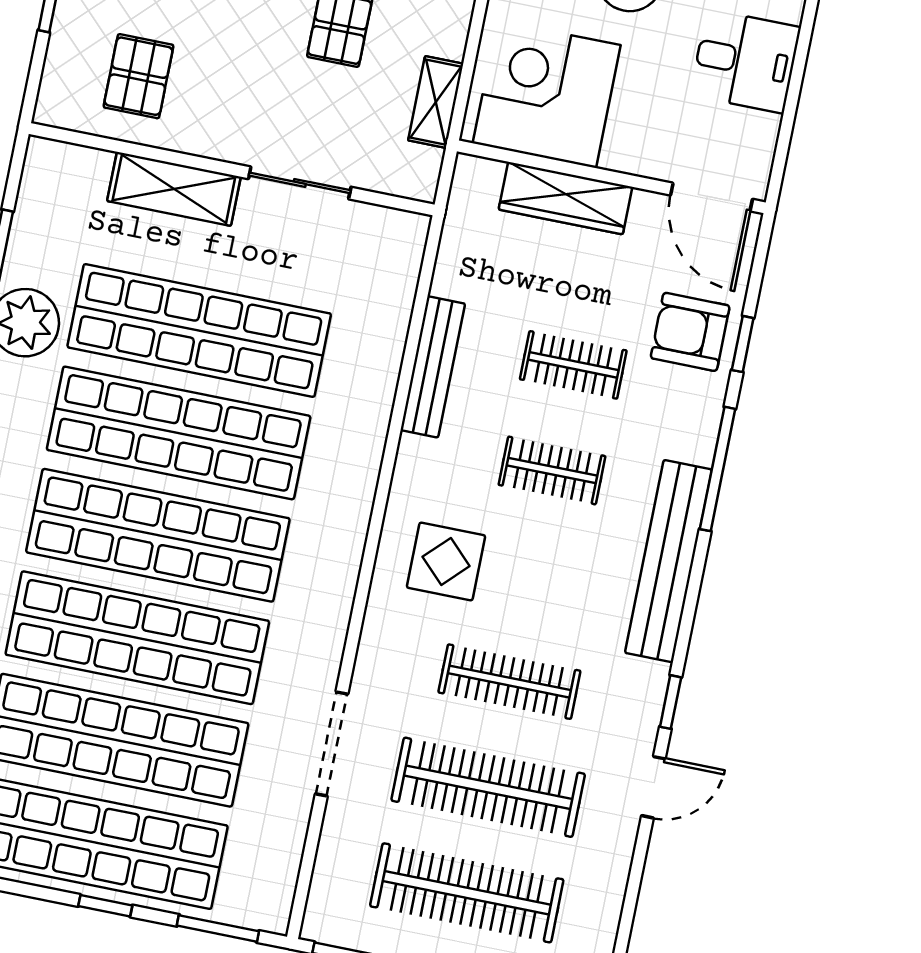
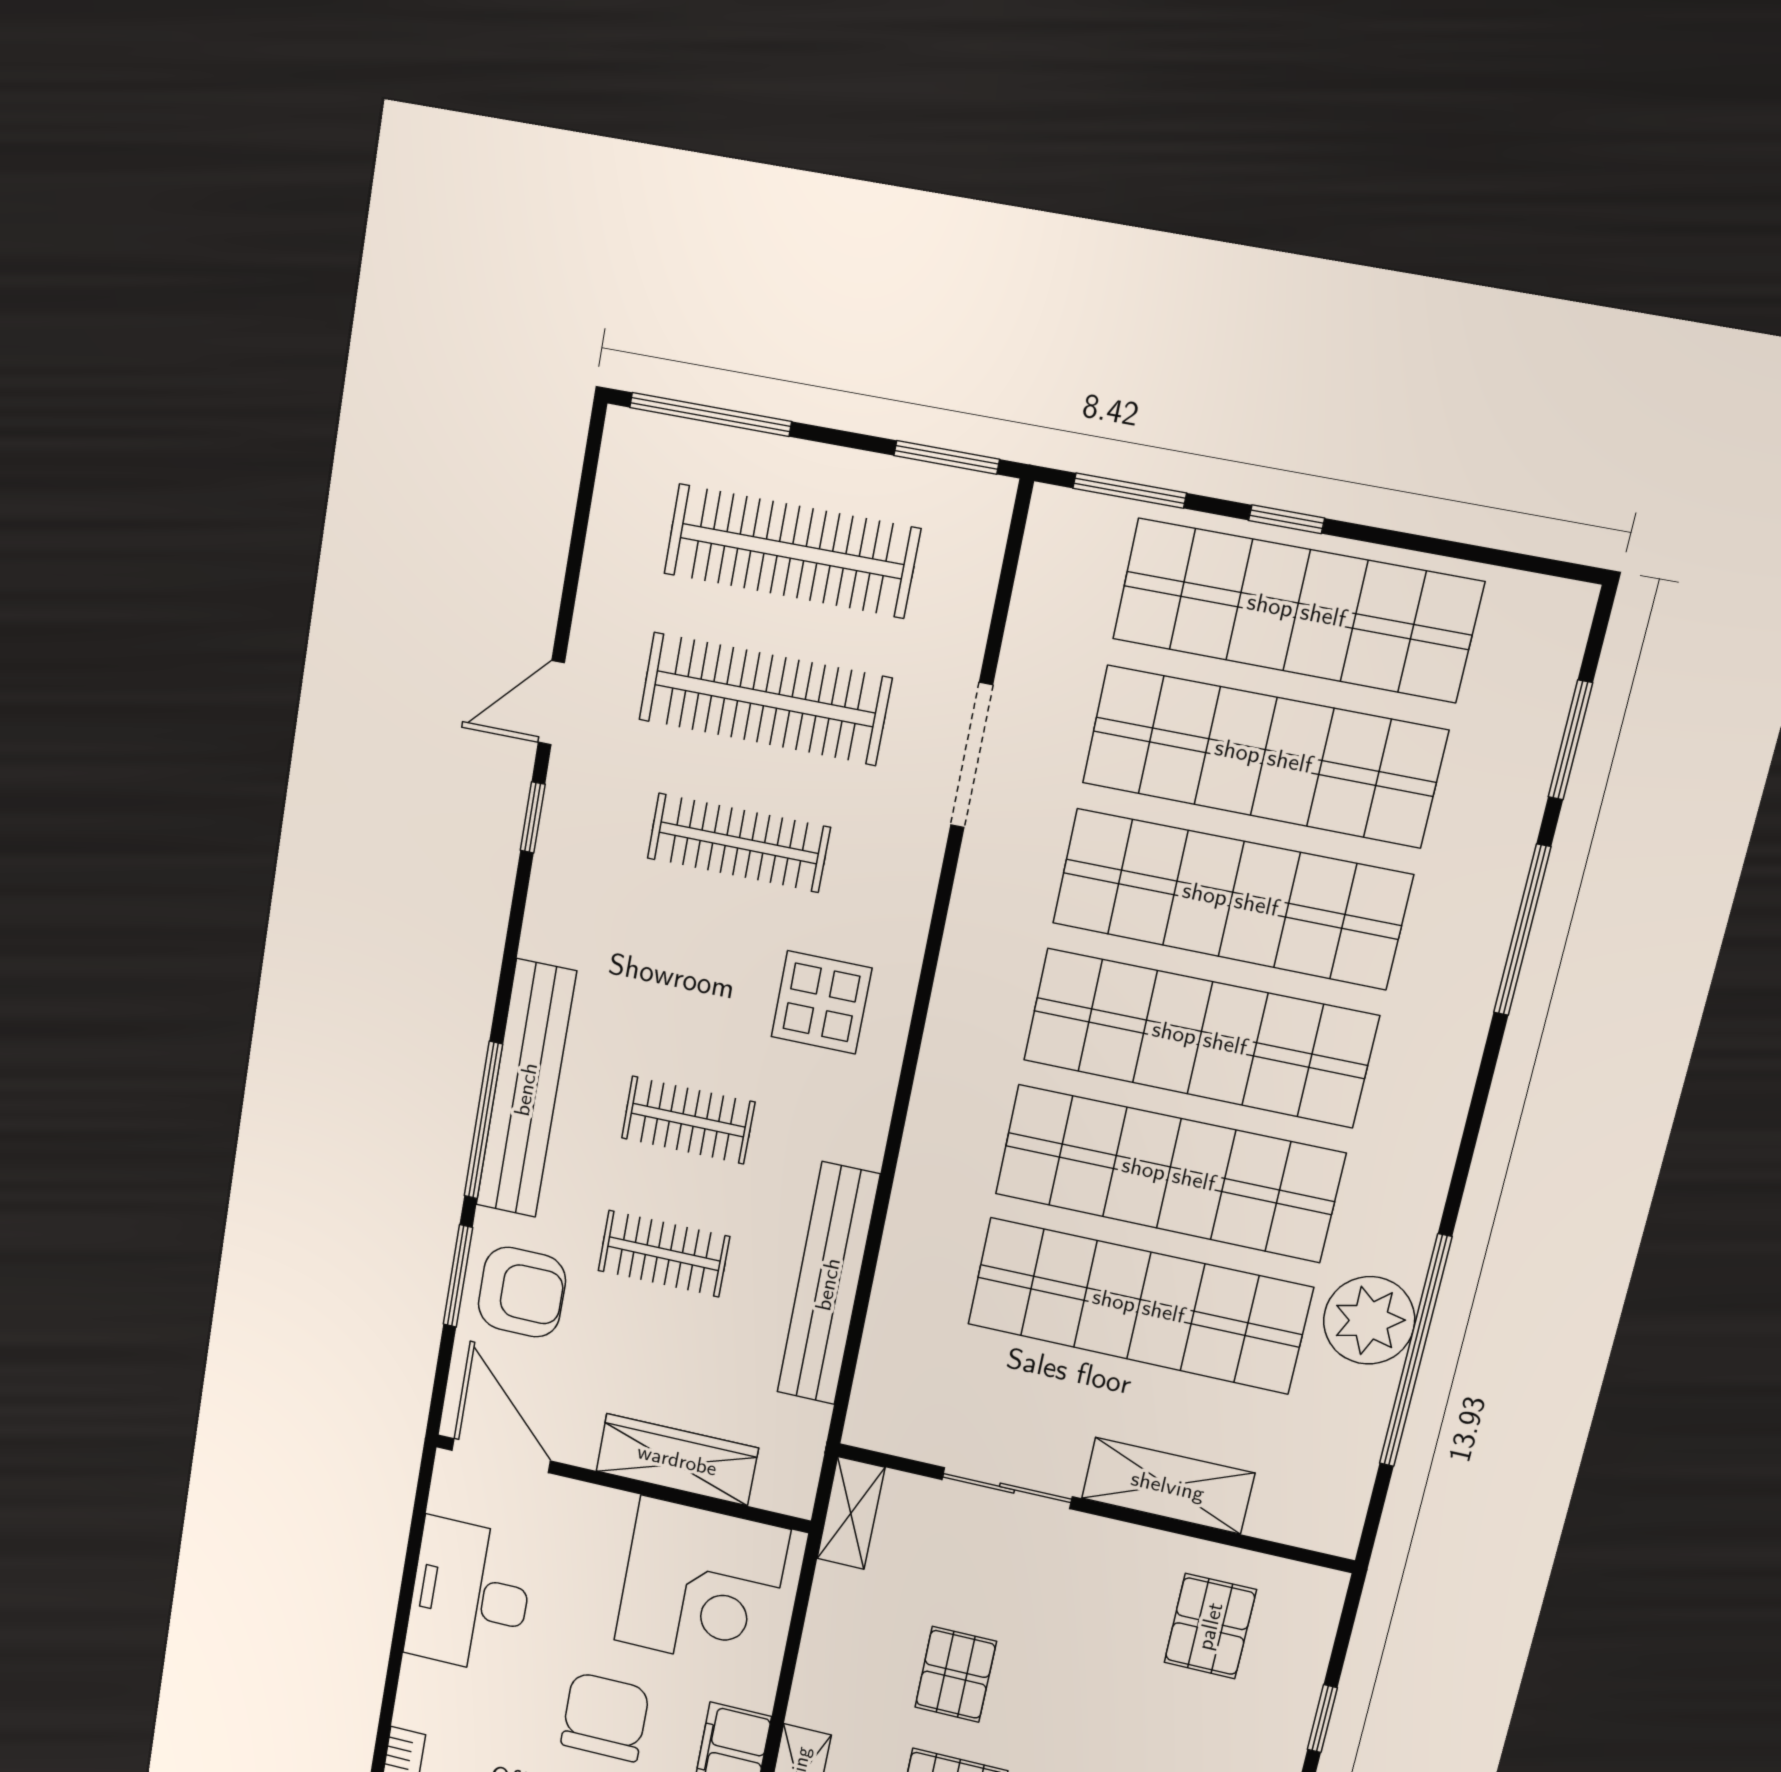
desk: (745, 61) -> (470, 1596), width x1.37
shelving: (436, 102) -> (851, 1513), moved
window: (743, 344) -> (458, 1276), width x1.50
bench: (433, 367) -> (828, 1284), width x1.37, depth x1.21
bench: (668, 561) -> (526, 1089), moved

